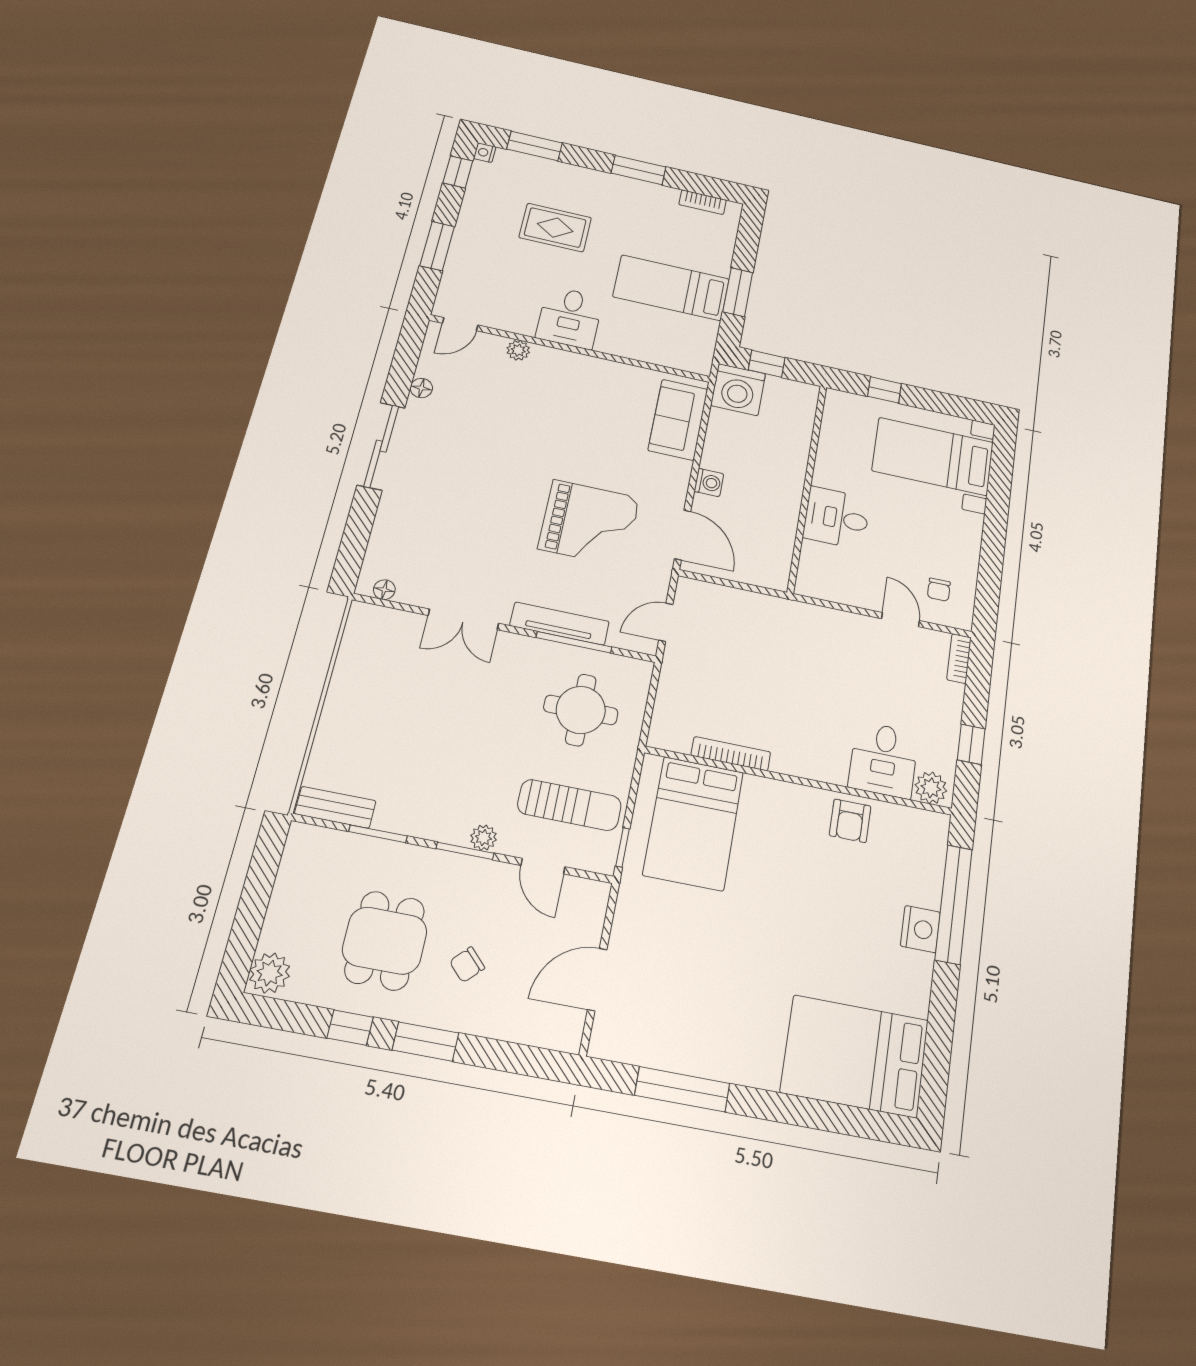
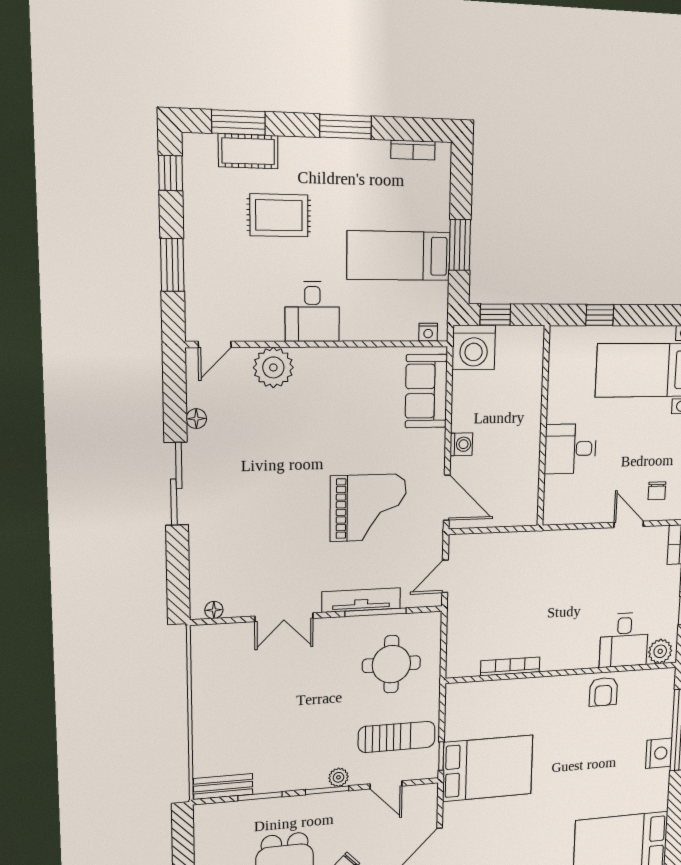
nightstand: (485, 153) -> (428, 332), moved, turned -90
cot: (538, 170) -> (248, 151), added
plant: (518, 350) -> (273, 367), width x1.88, depth x1.88
bed: (693, 823) -> (488, 768), moved, turned -90

